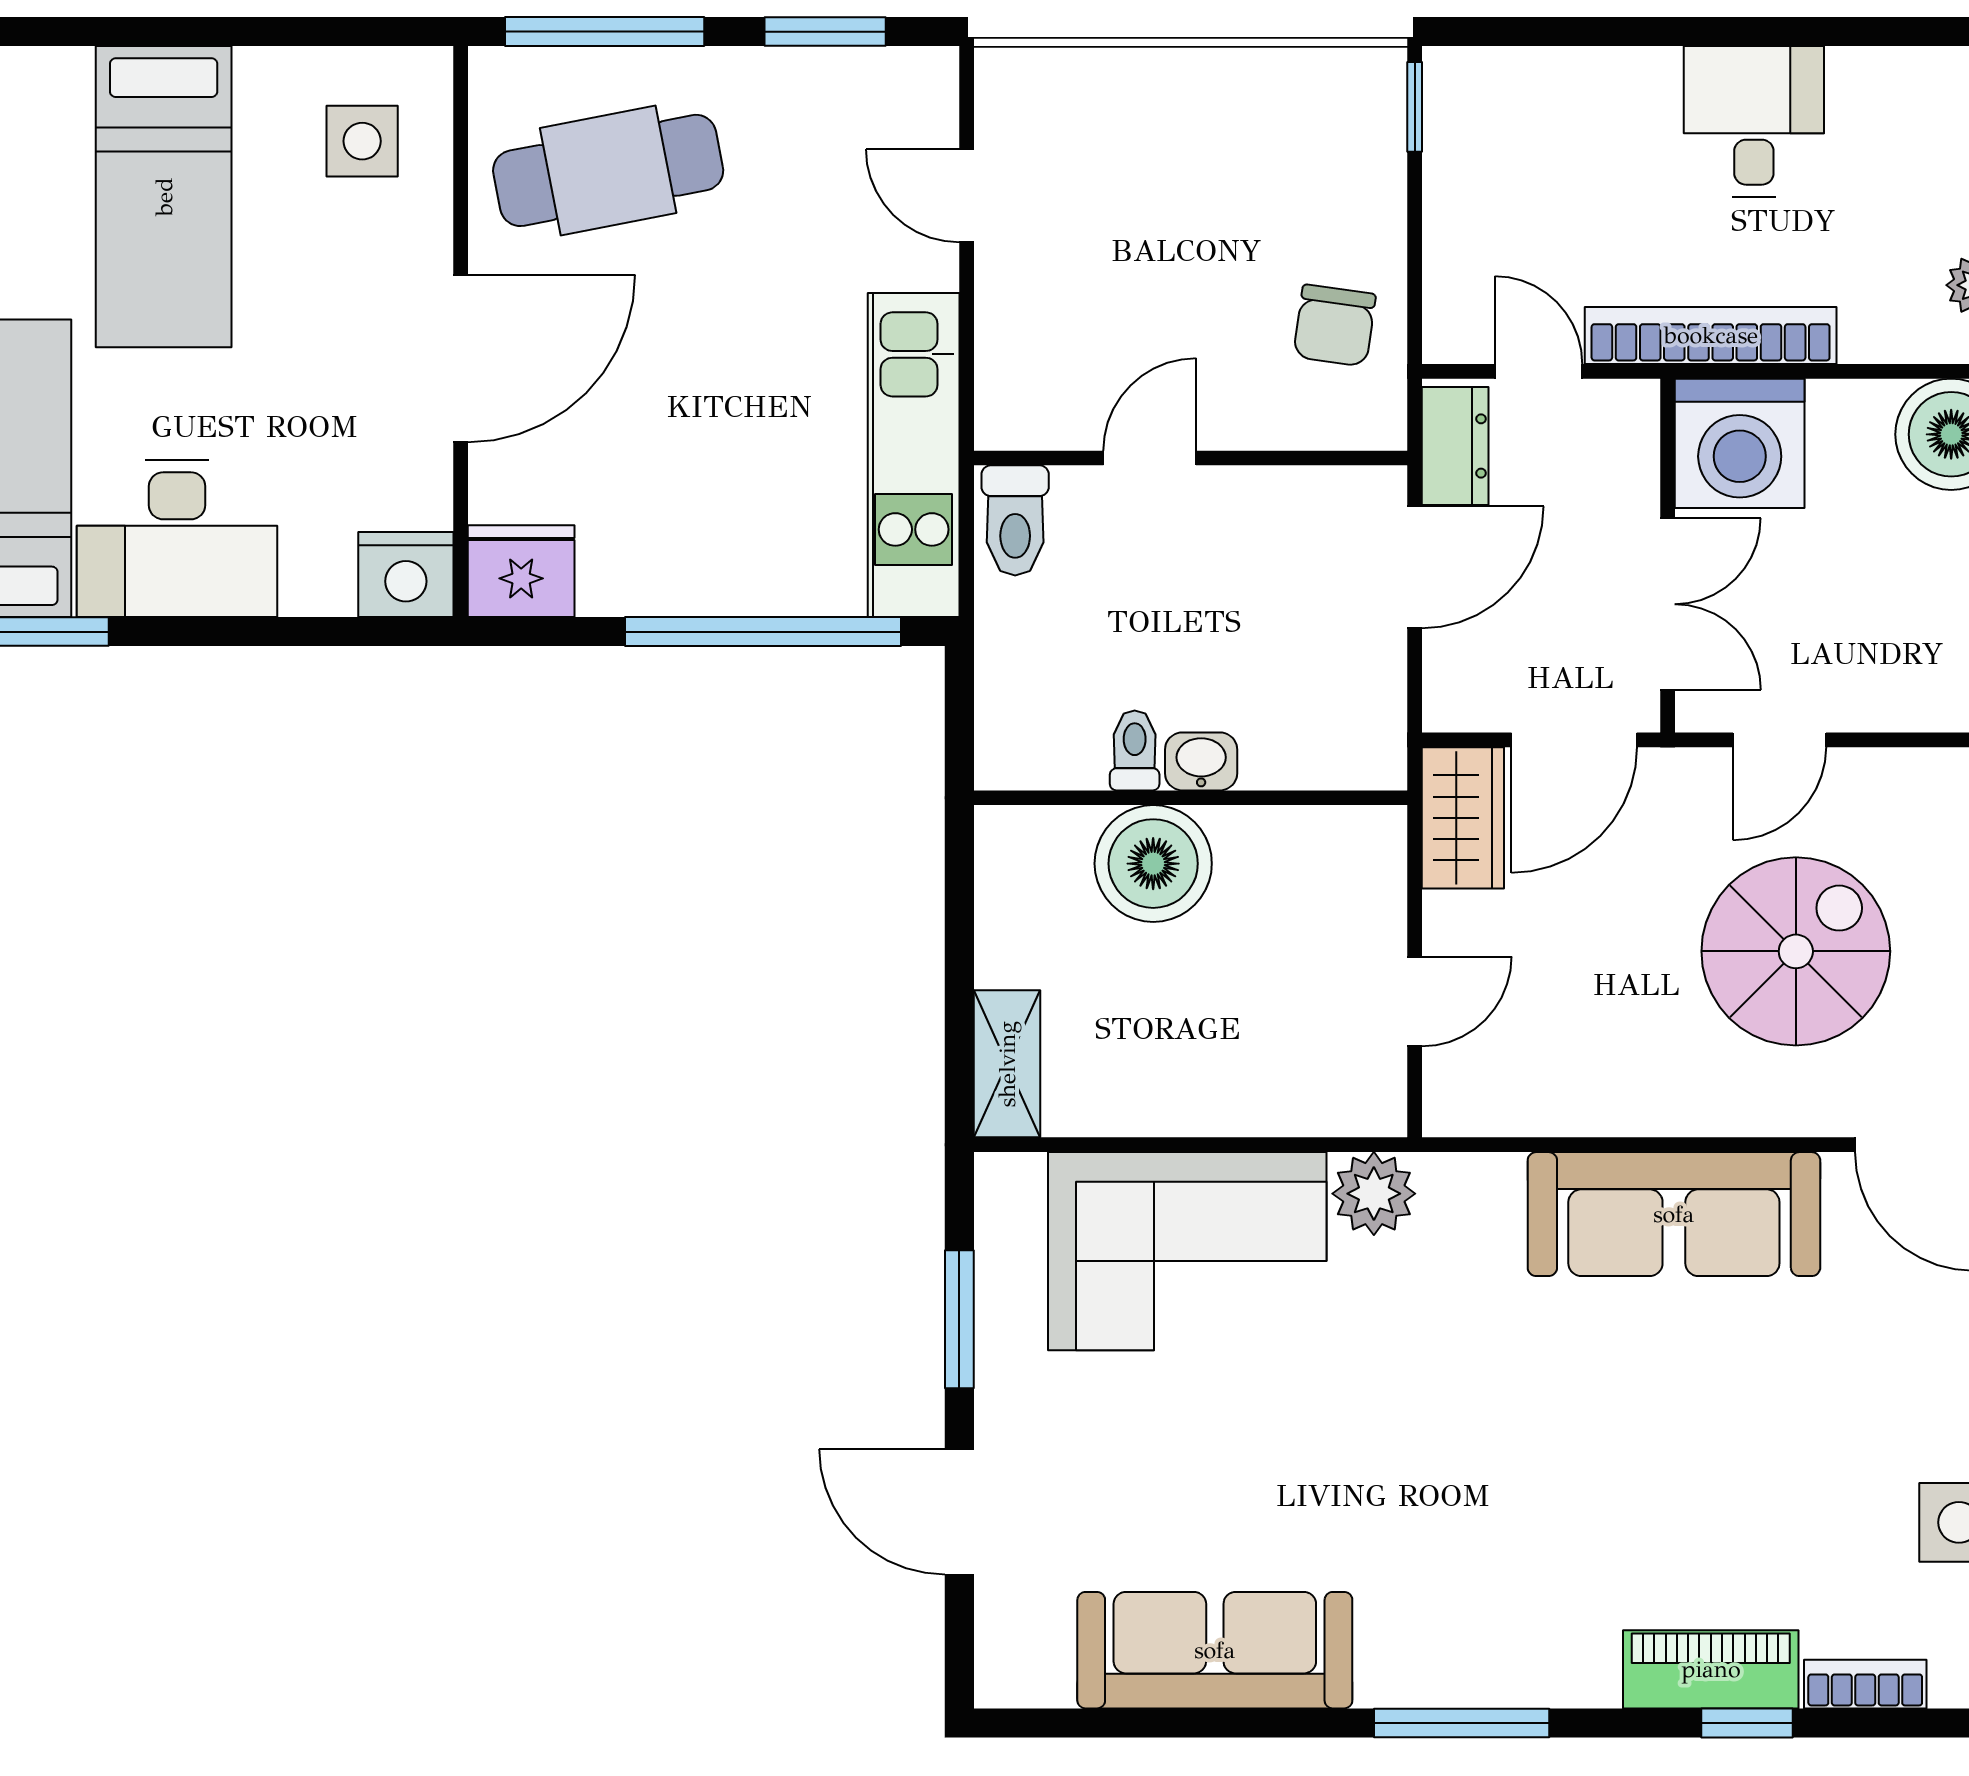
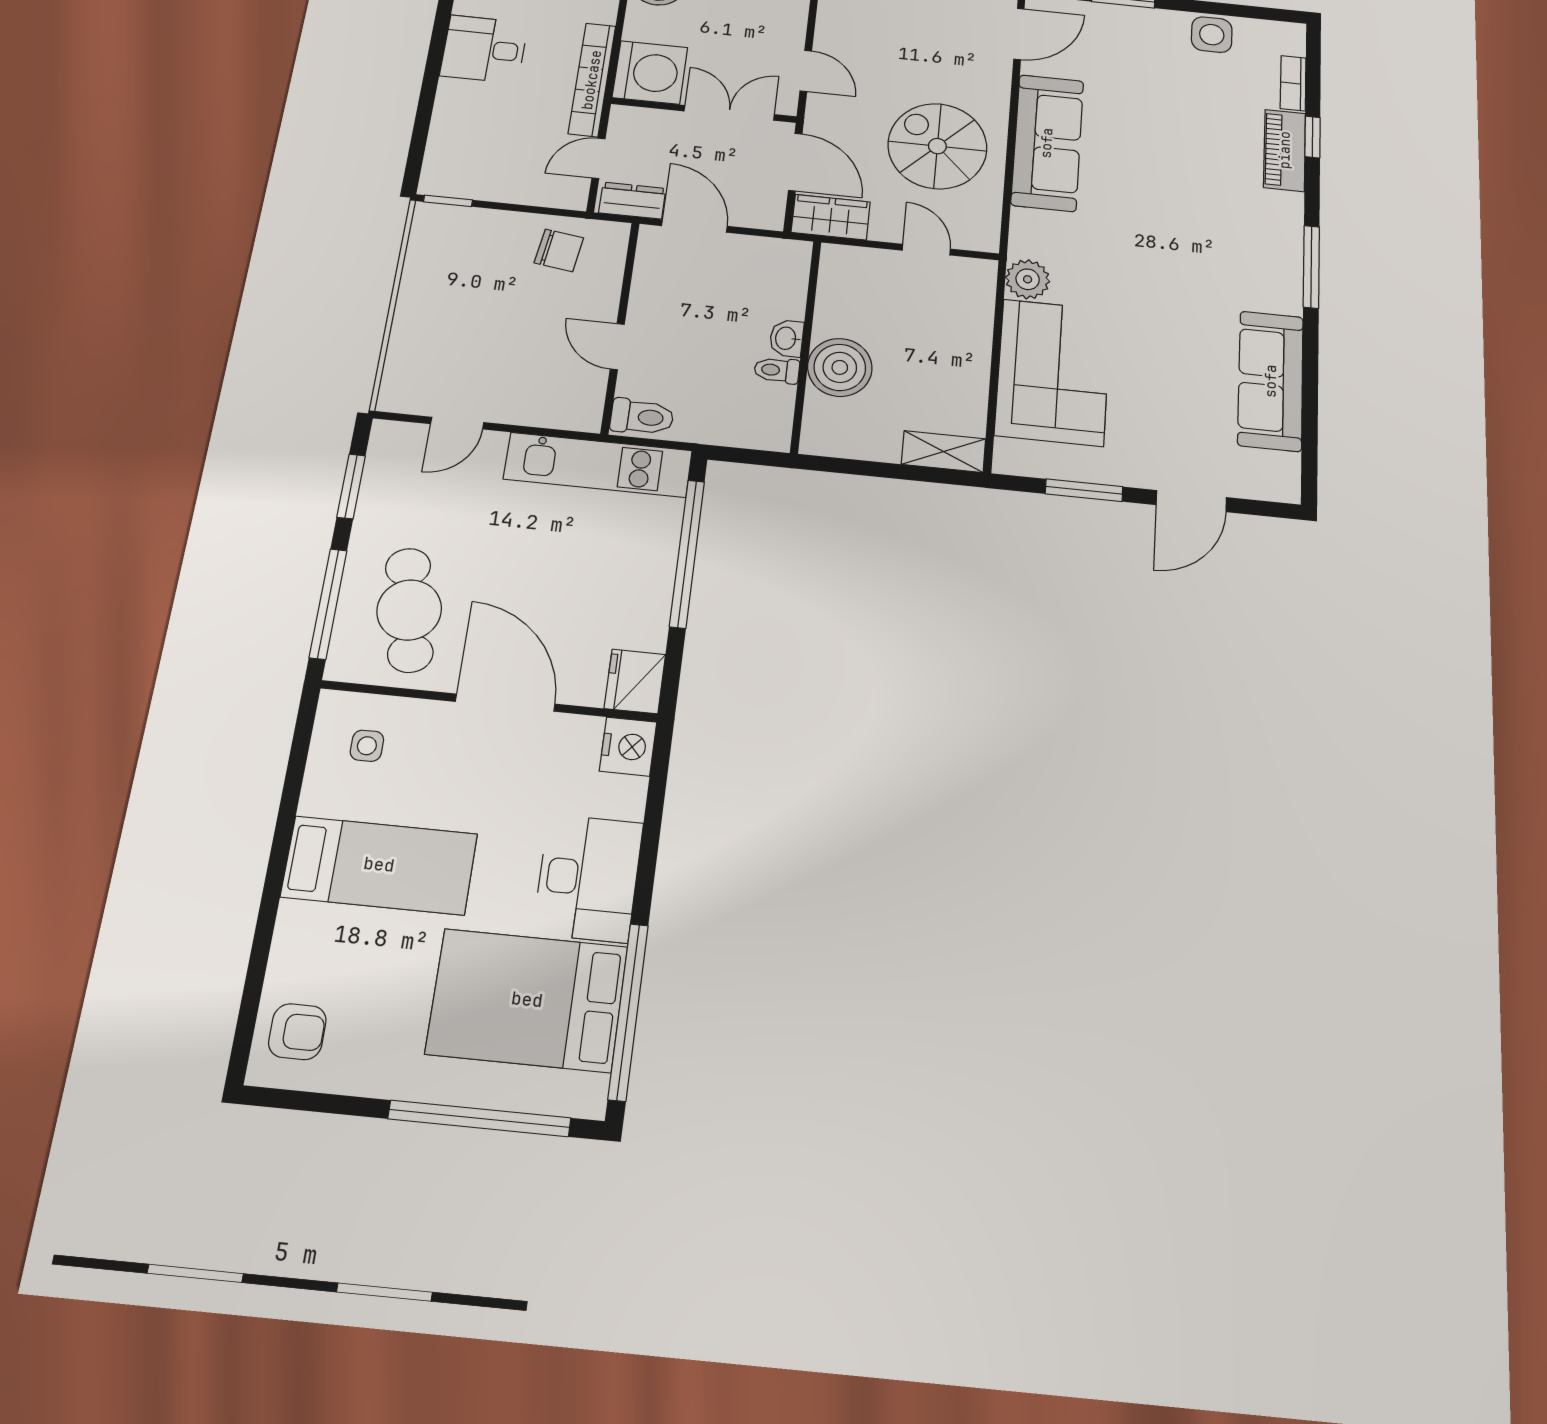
side table: (362, 141) -> (367, 746), width x0.73, depth x0.73
spiral stairs: (1796, 951) -> (937, 146), moved

